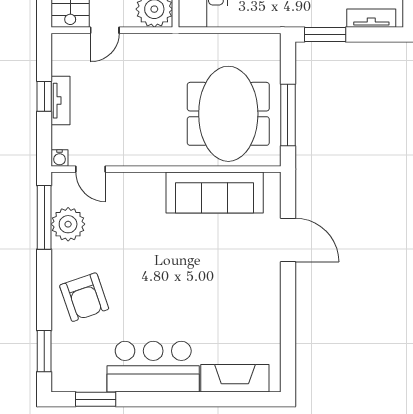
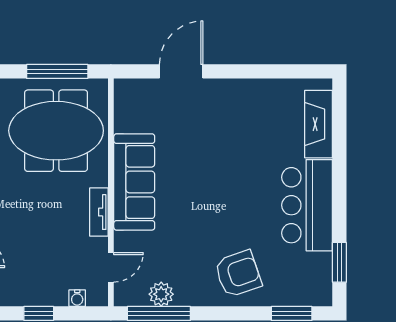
tv unit: (61, 101) -> (99, 212), moved, turned -90
water cooler: (60, 158) -> (77, 298), moved, turned 90
sofa: (215, 193) -> (134, 182), moved
plant: (68, 224) -> (161, 294), width x0.73, depth x0.73

